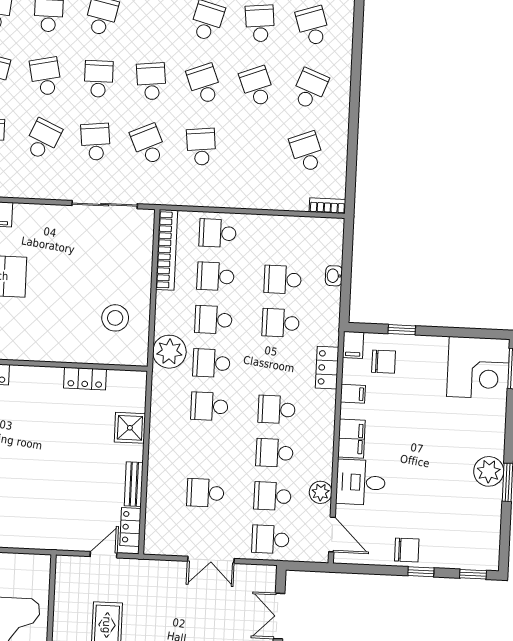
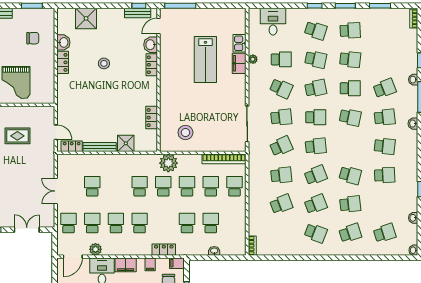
school desk: (307, 152) -> (281, 204), moved
bench: (134, 484) -> (100, 147), width x1.36

